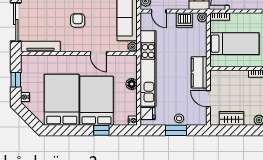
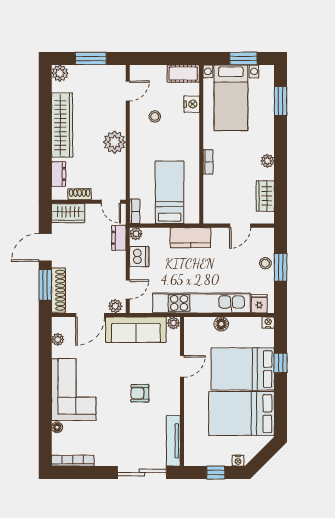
kitchen counter: (199, 72) -> (191, 238), moved

